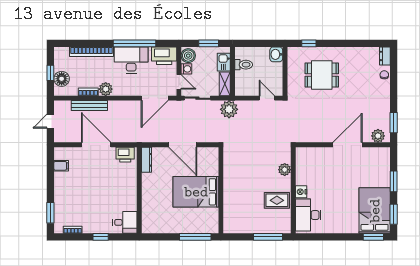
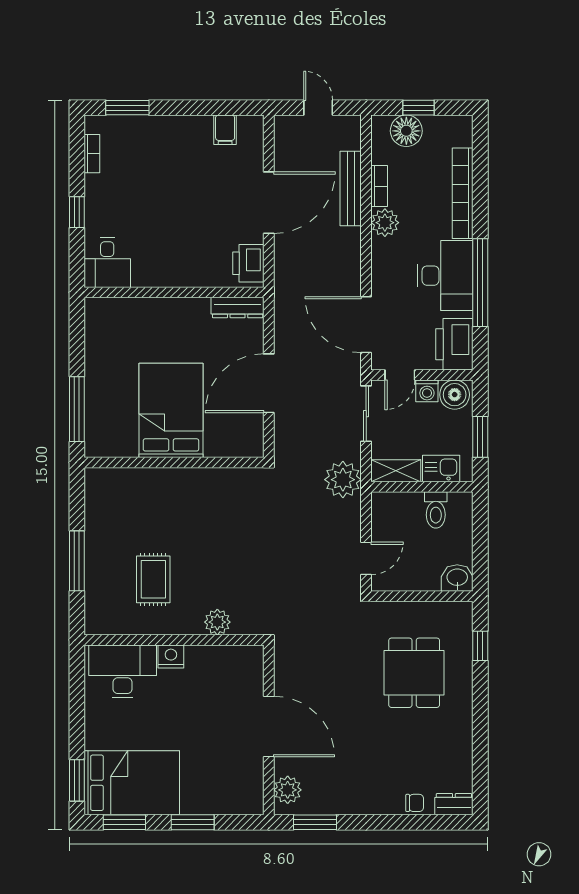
plant: (285, 170) -> (217, 622), moved
wall: (293, 190) -> (174, 640), moved
nightstand: (301, 192) -> (171, 656), moved
desk: (308, 215) -> (123, 671), moved

